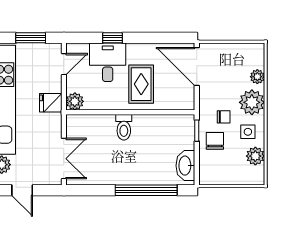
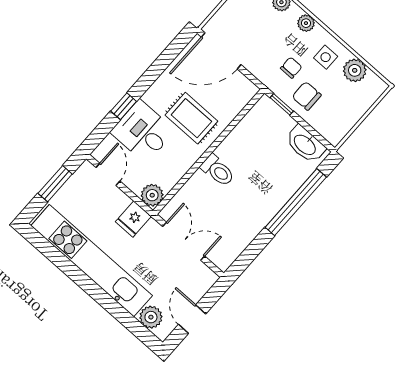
plant: (252, 102) -> (306, 23), width x0.53, depth x0.53
double door: (64, 159) -> (184, 241), moved
door: (22, 190) -> (192, 319), swing flipped

